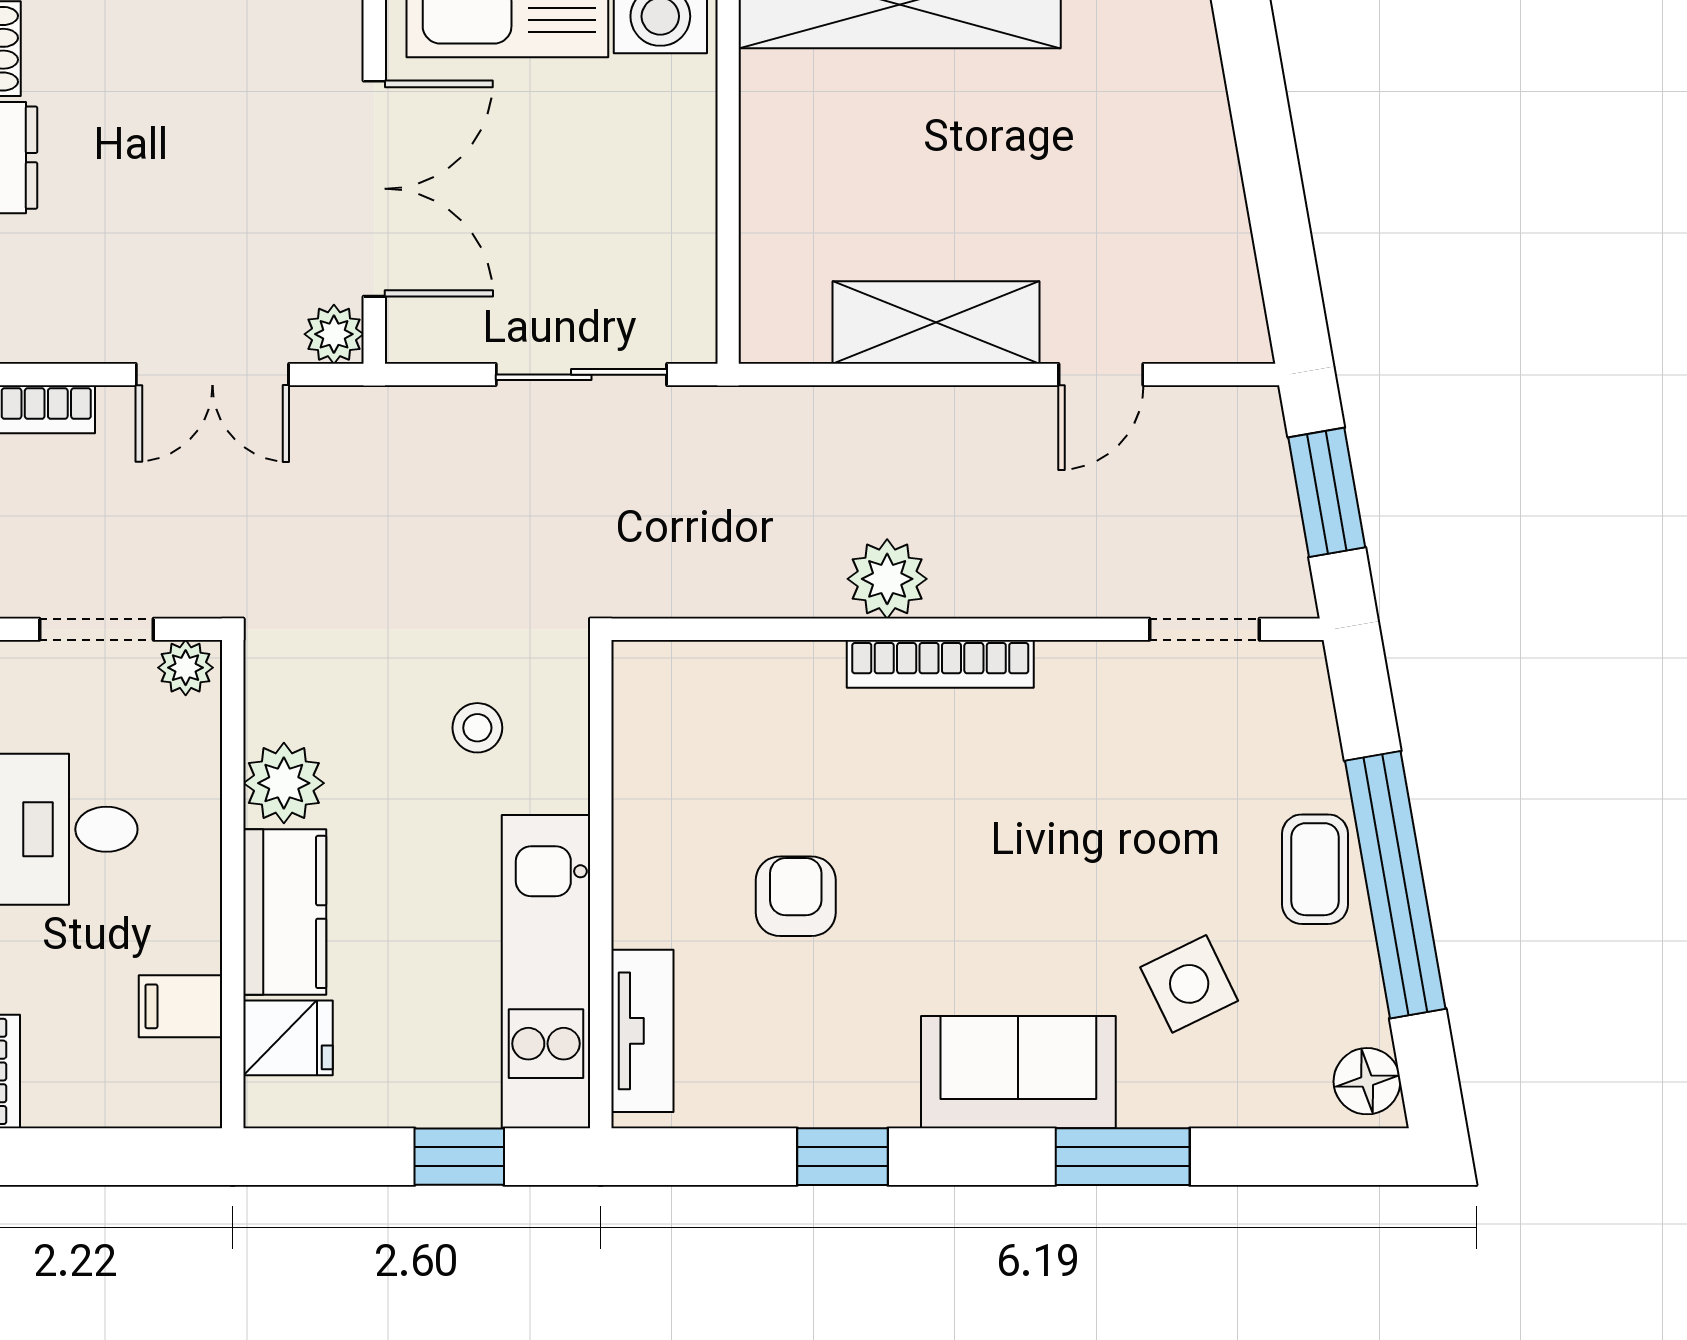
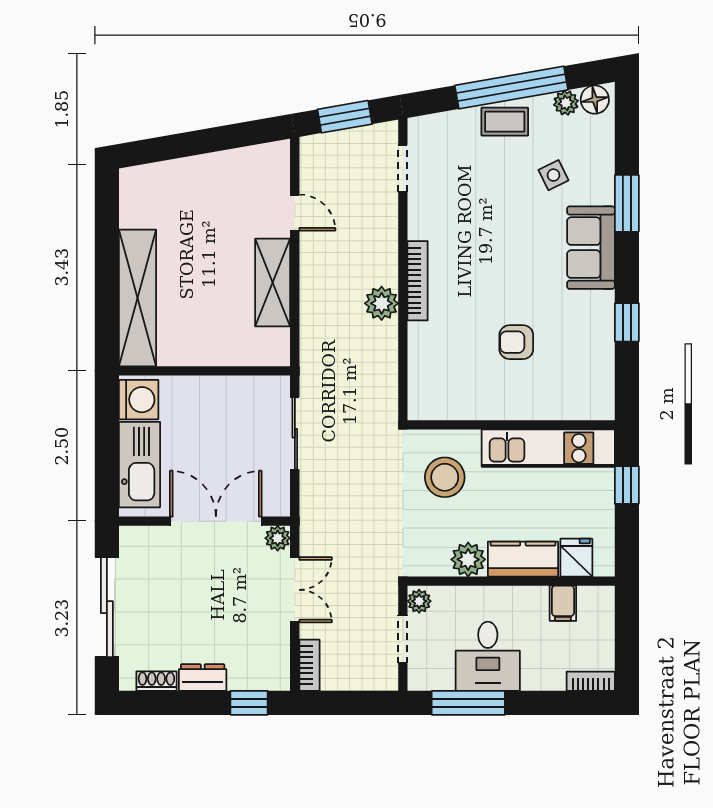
stool: (477, 728) -> (445, 477), width x1.89, depth x1.89
side table: (1189, 984) -> (553, 175), width x0.73, depth x0.73
plant: (1359, 1013) -> (566, 103), added
tv unit: (642, 1031) -> (573, 407), removed

